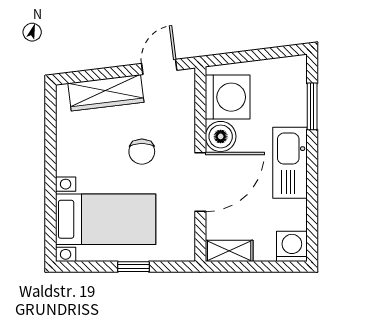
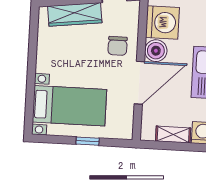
chair: (142, 152) -> (118, 46), moved
shelving: (229, 251) -> (173, 135), moved

